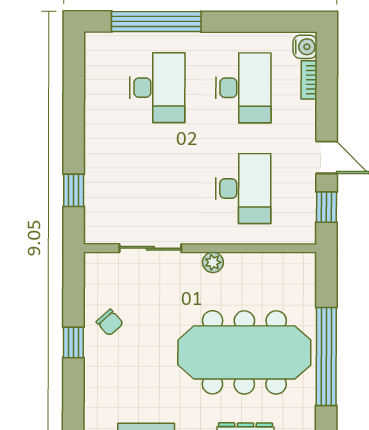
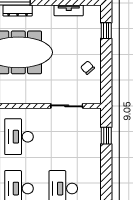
plant: (213, 262) -> (34, 99), removed
window: (73, 342) -> (106, 31), moved

